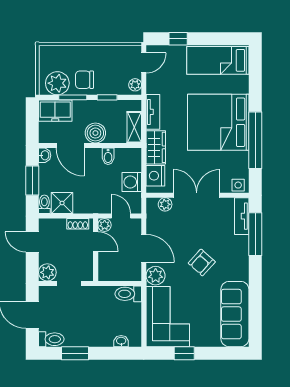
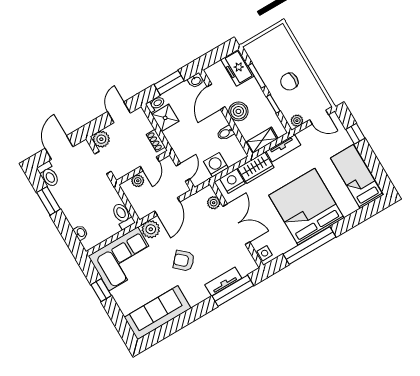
chair: (84, 80) -> (289, 82), moved, turned -90
plant: (57, 83) -> (261, 56), removed
tv unit: (242, 216) -> (223, 282), moved
plant: (105, 225) -> (138, 181), moved

